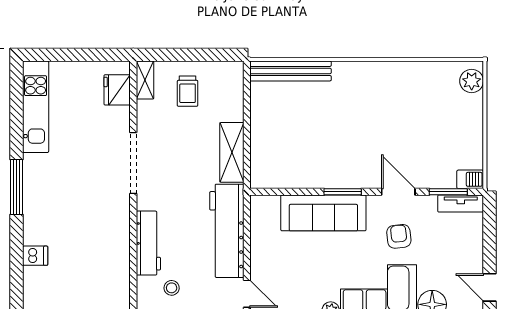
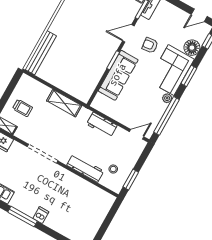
workbench: (227, 231) -> (102, 125), width x0.53, depth x0.76
dishwasher: (35, 256) -> (41, 215), moved

